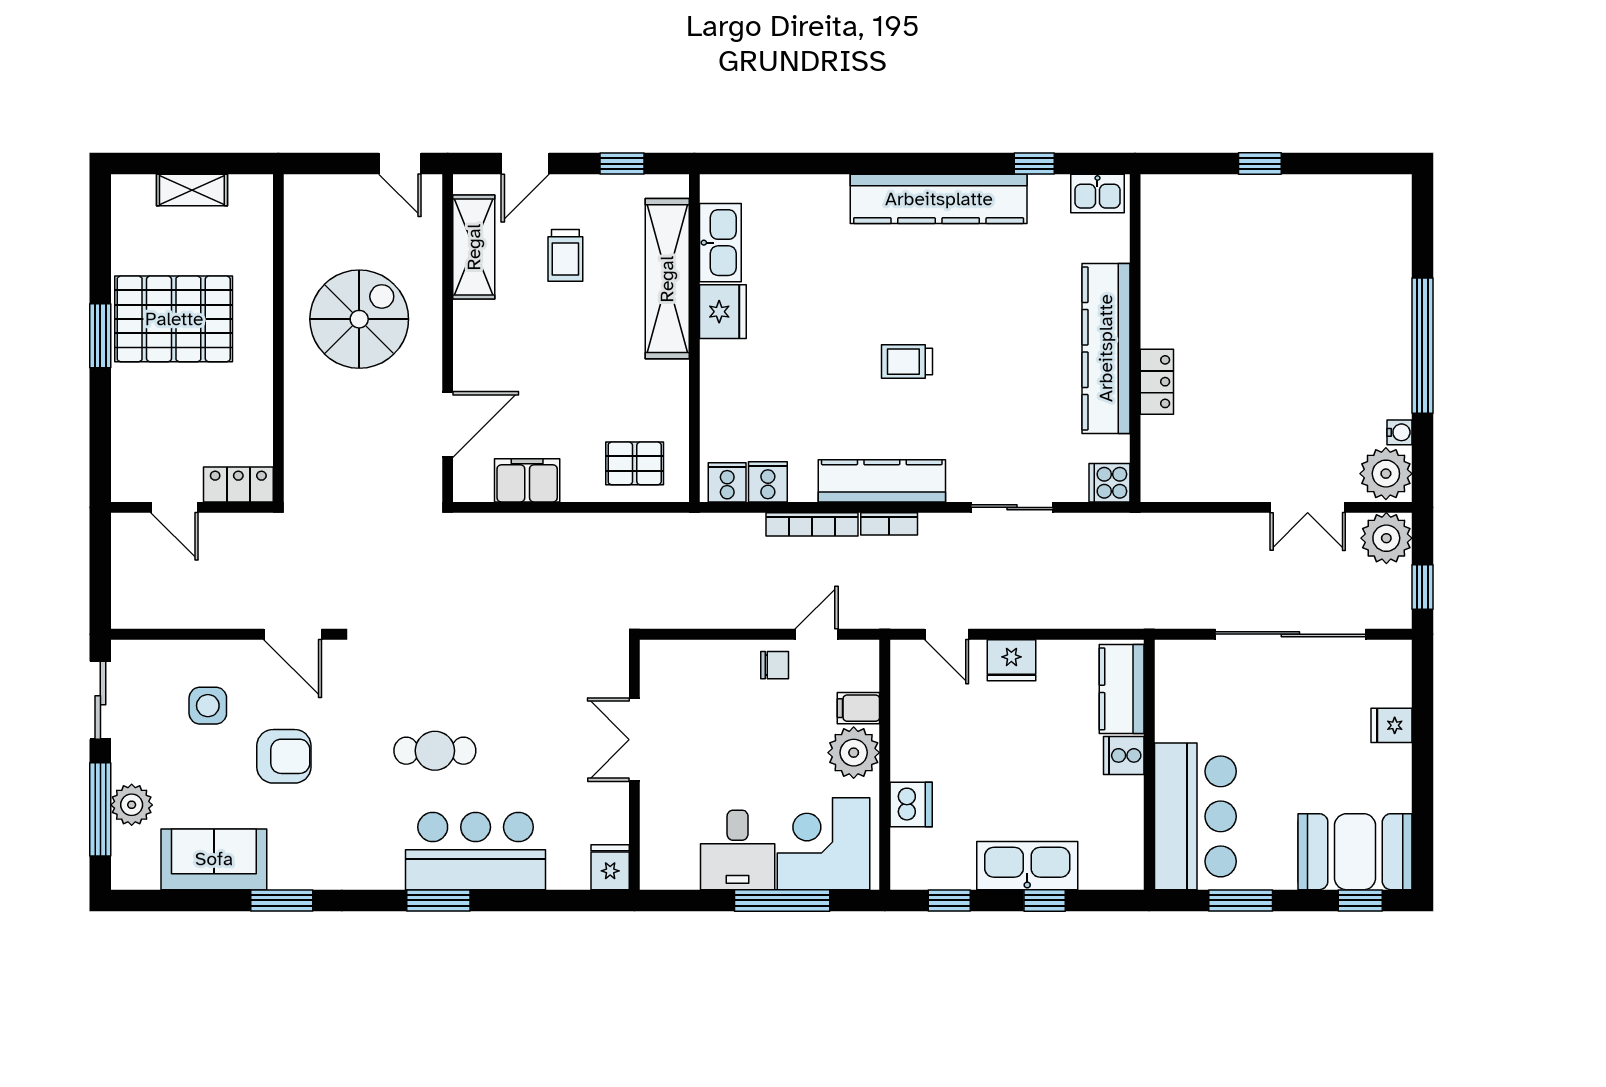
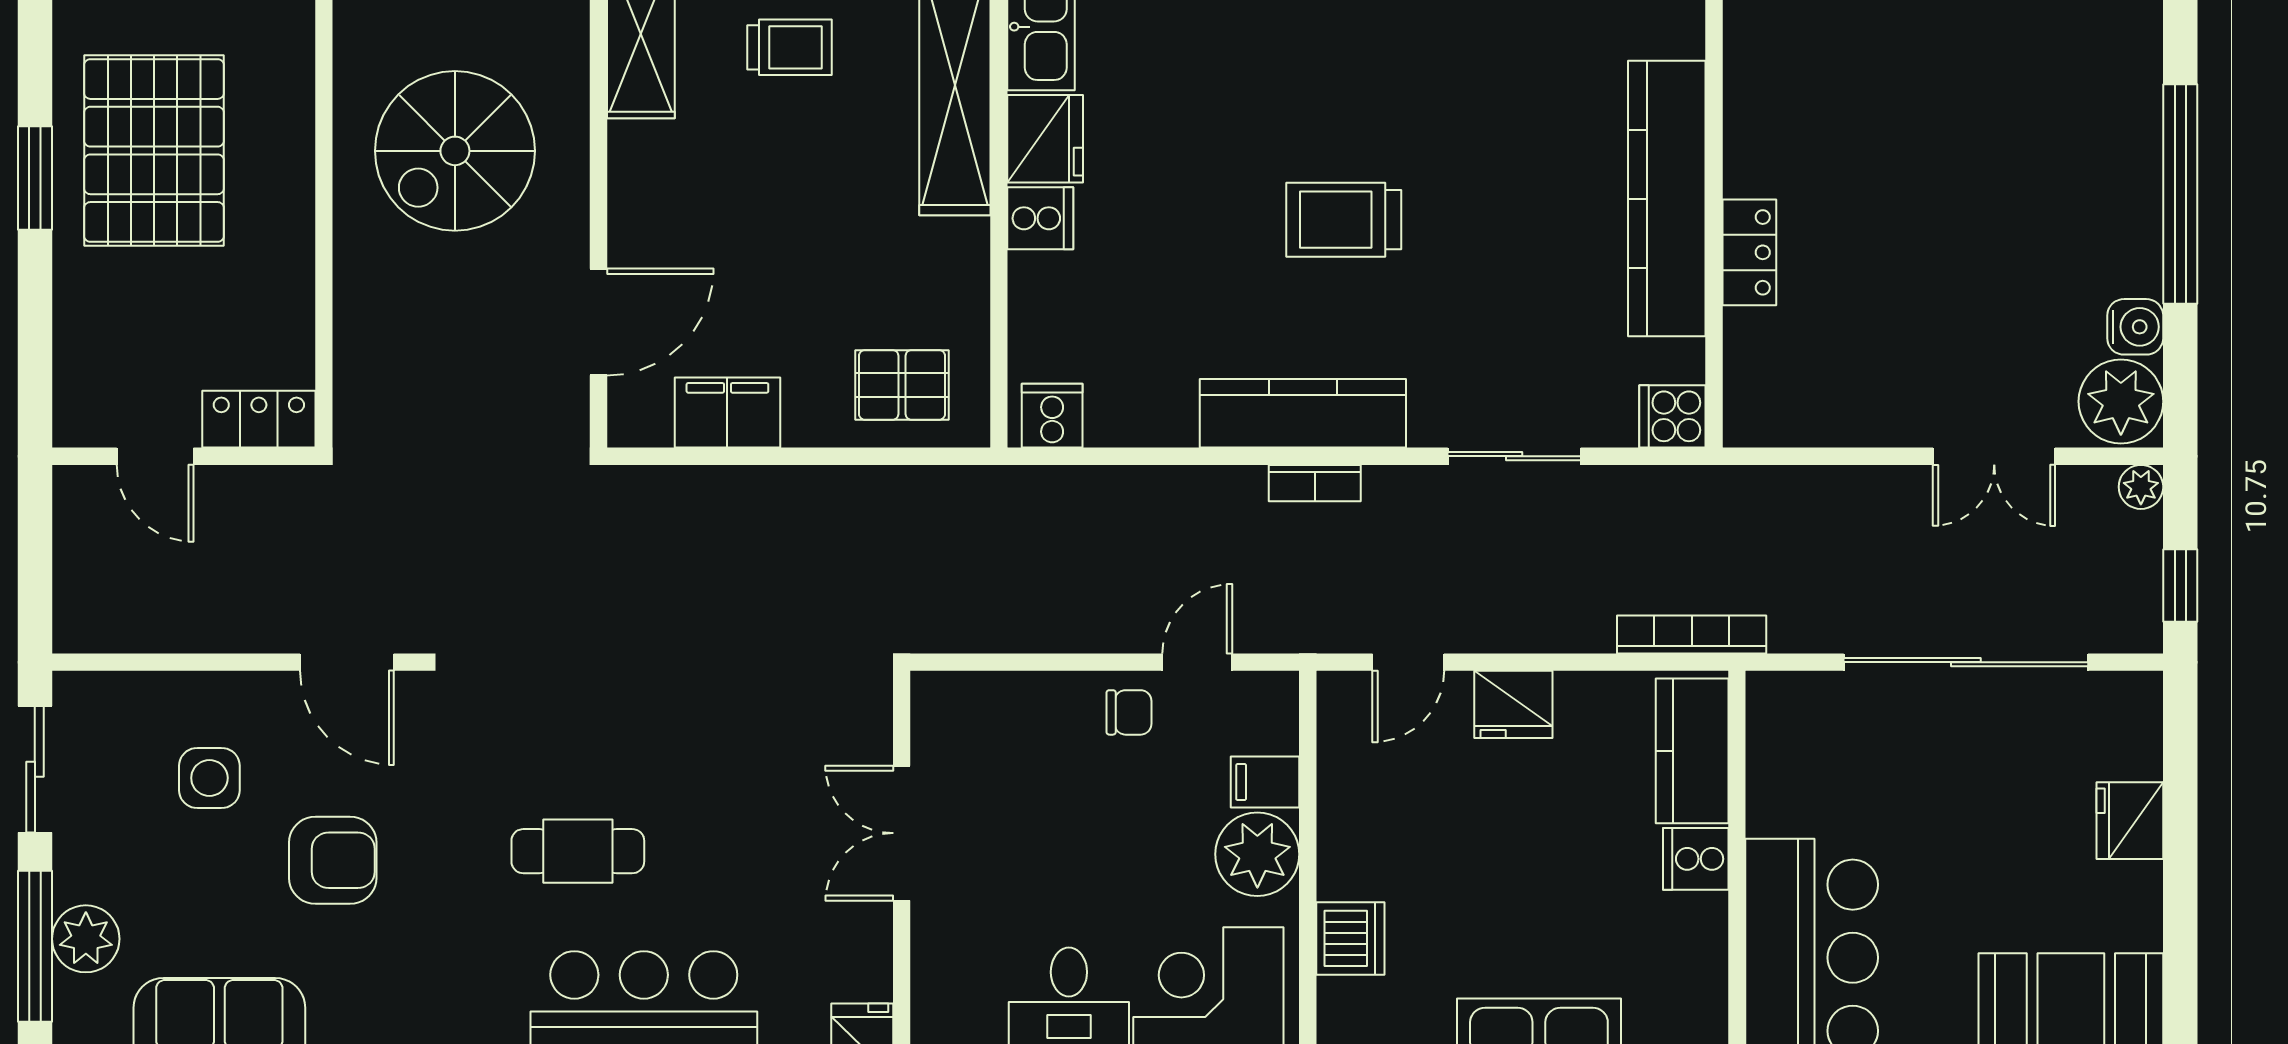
trolley: (565, 255) -> (790, 47), turned -90
pallet: (174, 319) -> (154, 150), turned 90
spiral stairs: (359, 319) -> (455, 151), turned 180
trolley: (907, 362) -> (1344, 220), width x1.36, depth x1.39
water cooler: (1399, 432) -> (2135, 327), width x1.38, depth x1.38
cooker: (768, 482) -> (1040, 218), moved, turned 90
bookcase: (812, 524) -> (1692, 634), moved, turned 180
plant: (1386, 538) -> (2141, 487), width x0.53, depth x0.53
door: (947, 634) -> (1408, 662), hinge flipped
fridge: (1391, 725) -> (2130, 821), width x1.38

